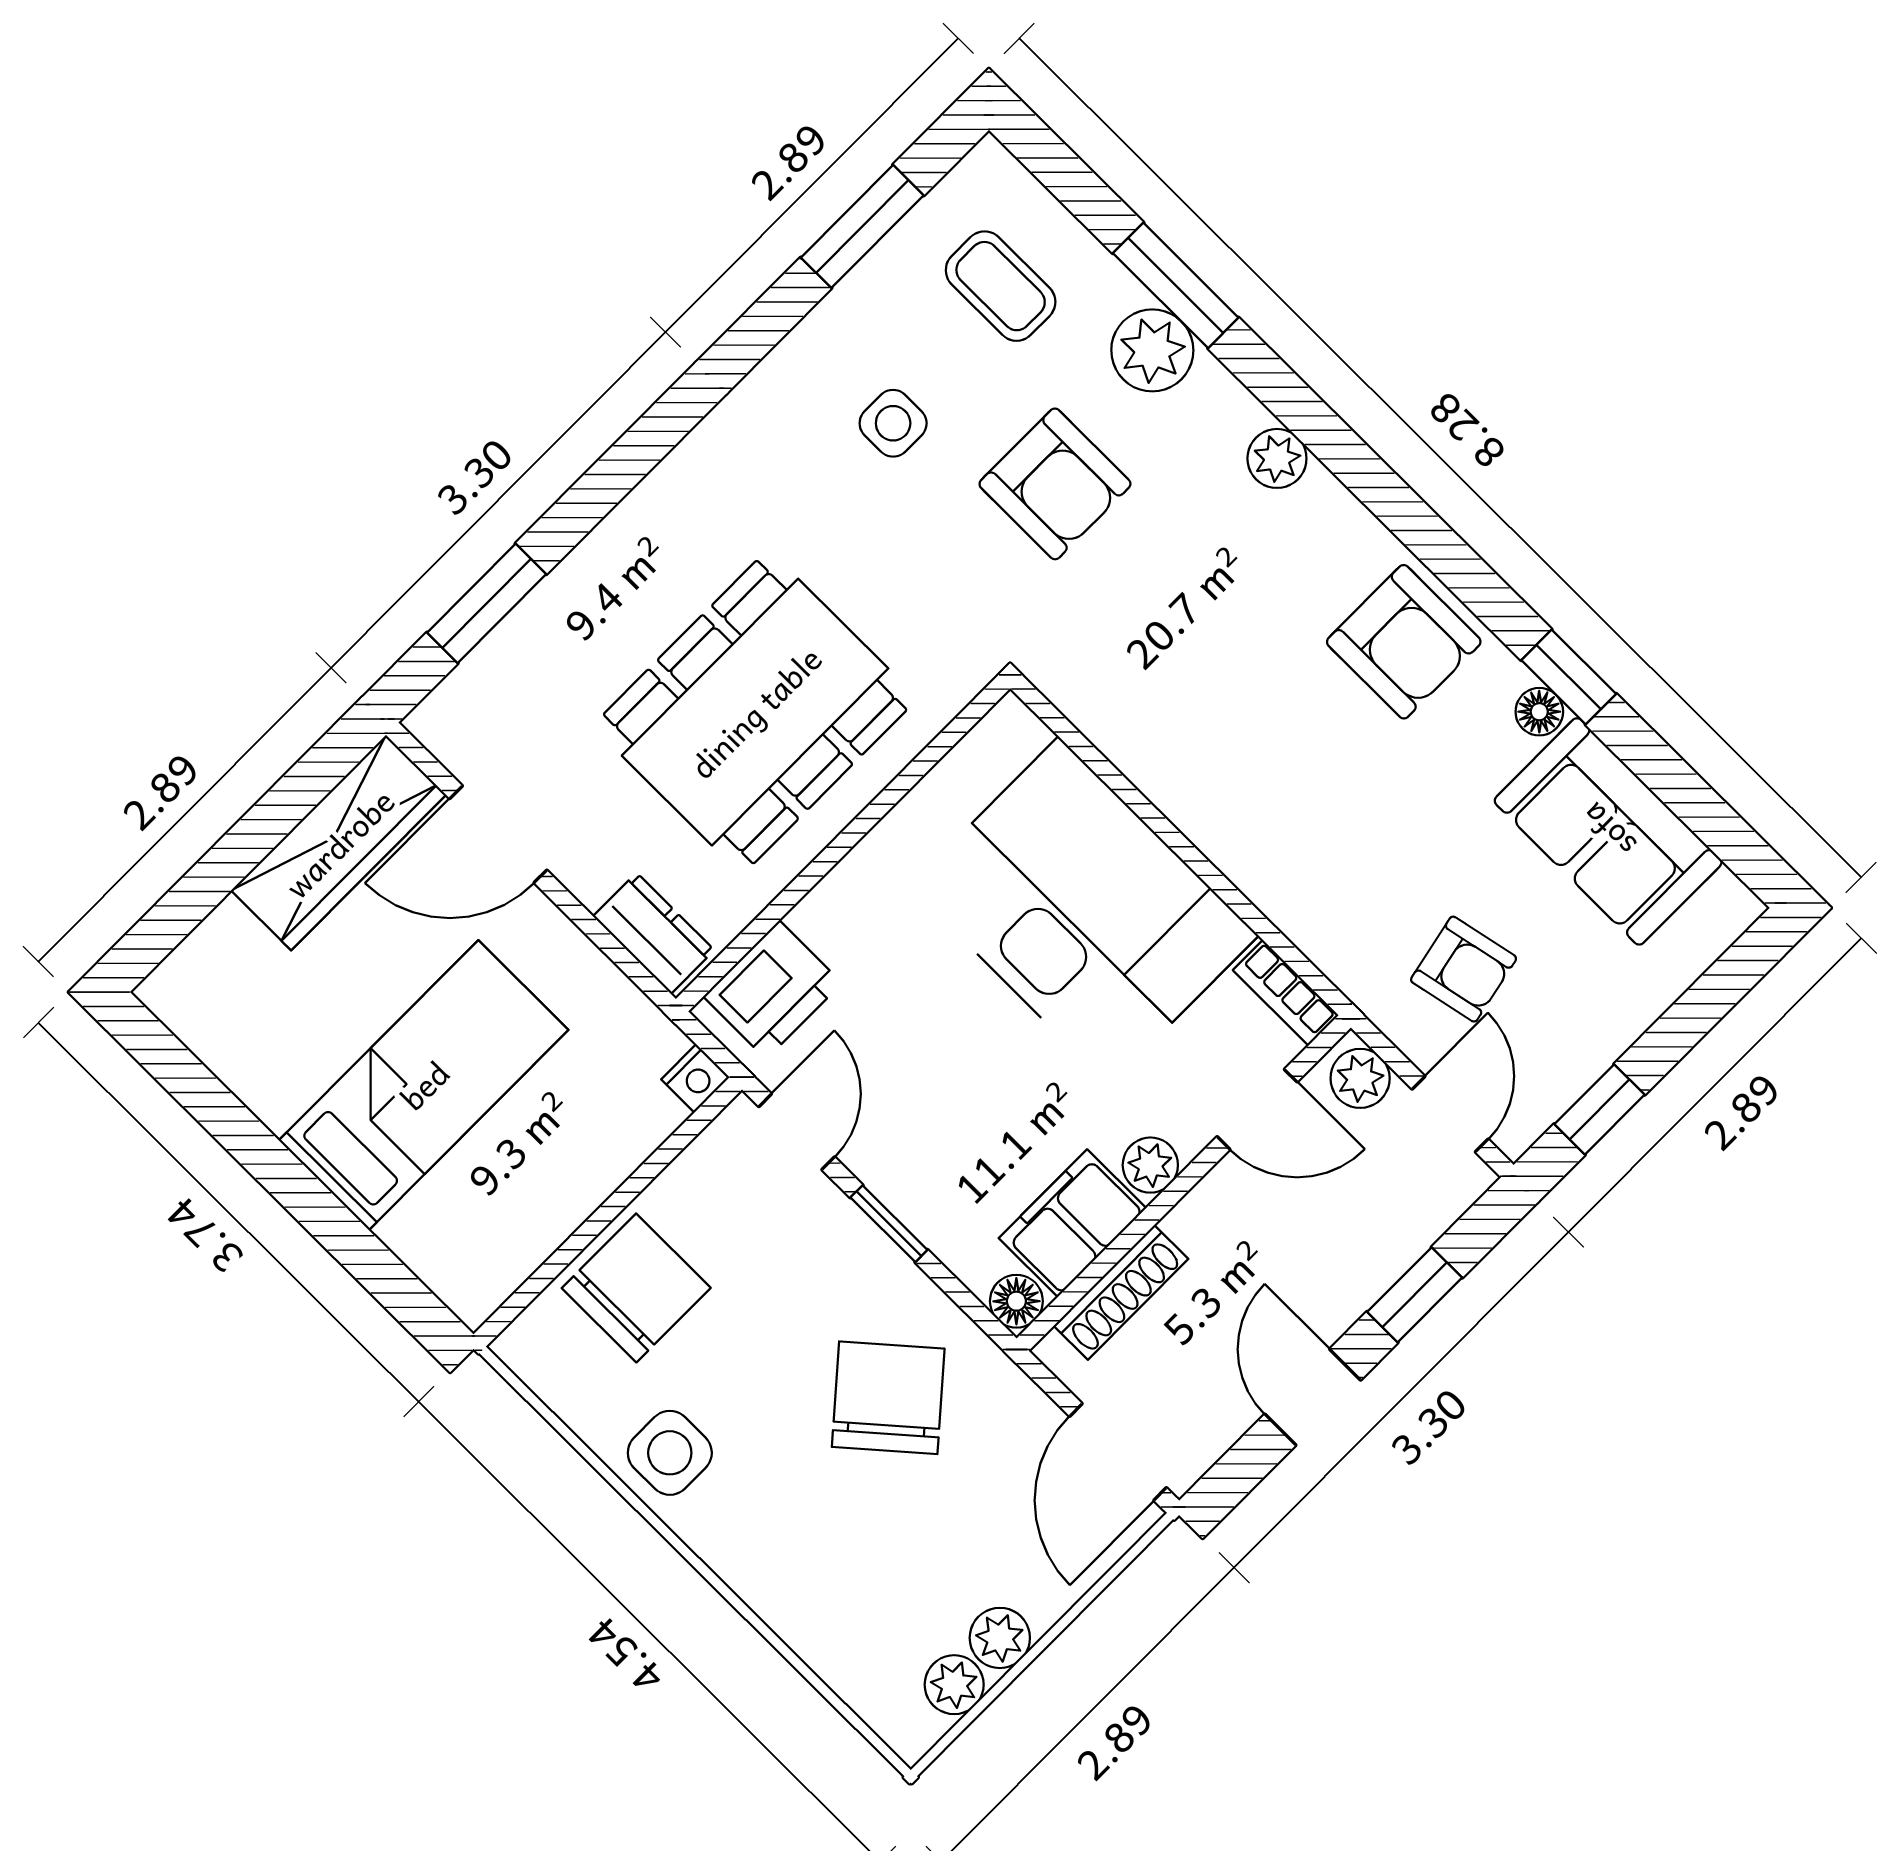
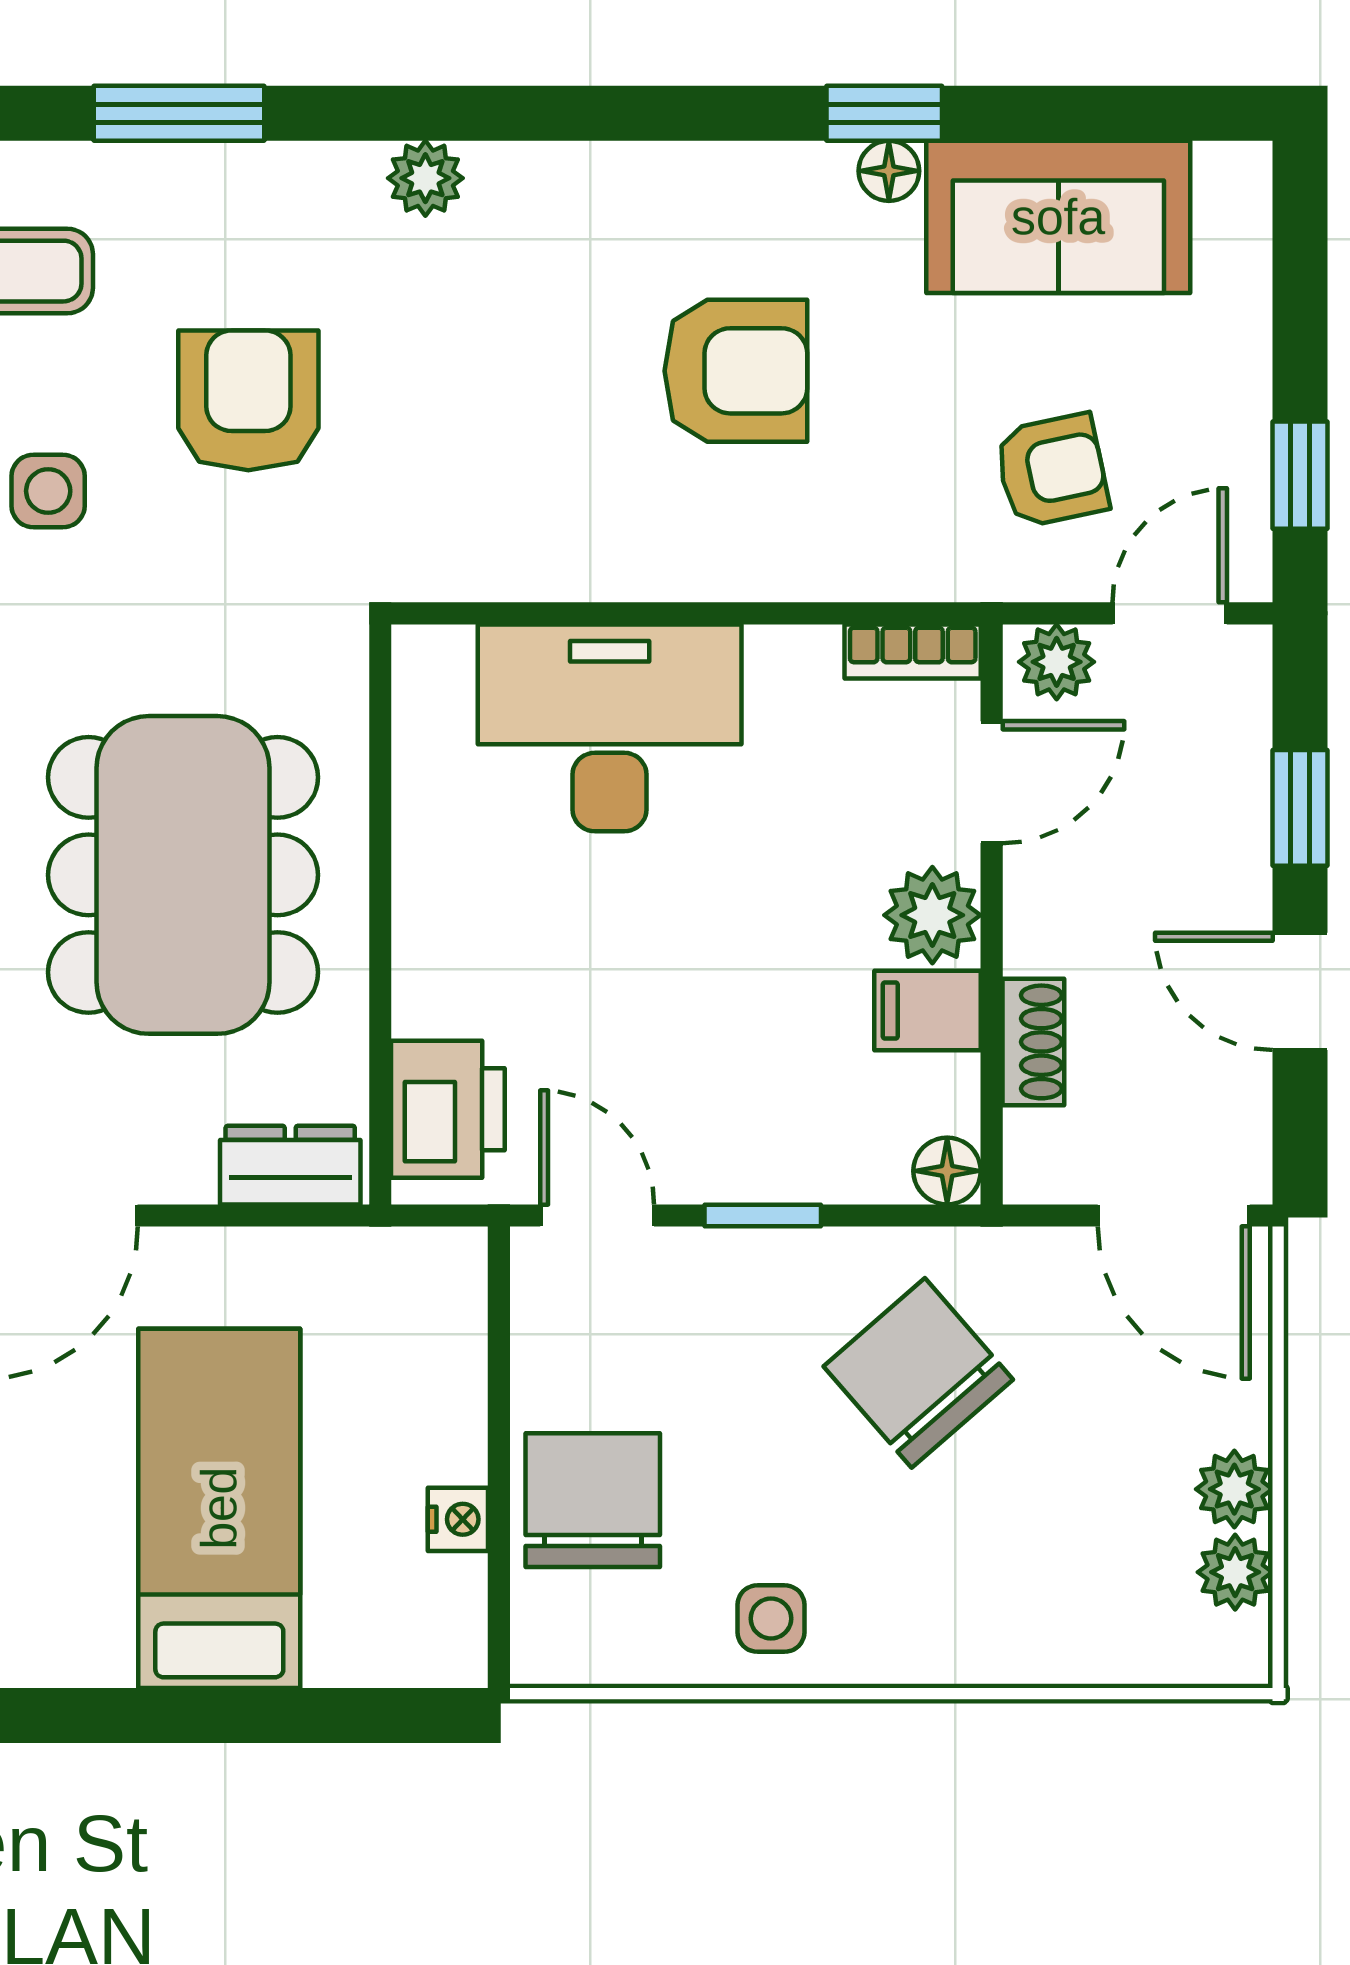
plant: (1152, 350) -> (216, 193), removed
armchair: (1055, 484) -> (248, 400), turned -90
armchair: (1404, 642) -> (736, 371), moved
desk: (1084, 911) -> (610, 728), width x0.73, depth x0.77
nightstand: (695, 1078) -> (458, 1519), moved
door: (1450, 1114) -> (1170, 613), hinge flipped
plant: (1150, 1165) -> (932, 915), width x1.38, depth x1.38
filing cabinet: (1072, 1223) -> (927, 1010), width x0.50
shoe rack: (1121, 1292) -> (1033, 1042), width x0.70
side table: (670, 1453) -> (771, 1619), width x0.73, depth x0.73

